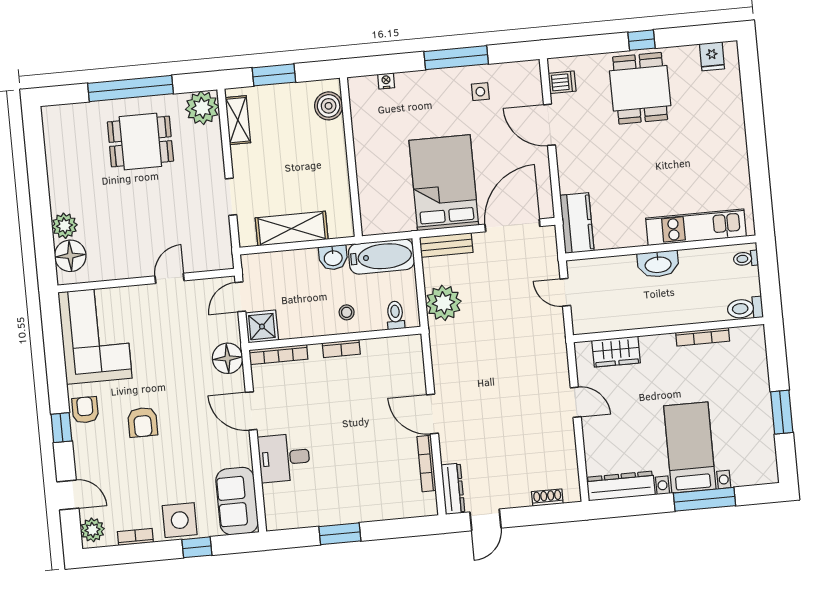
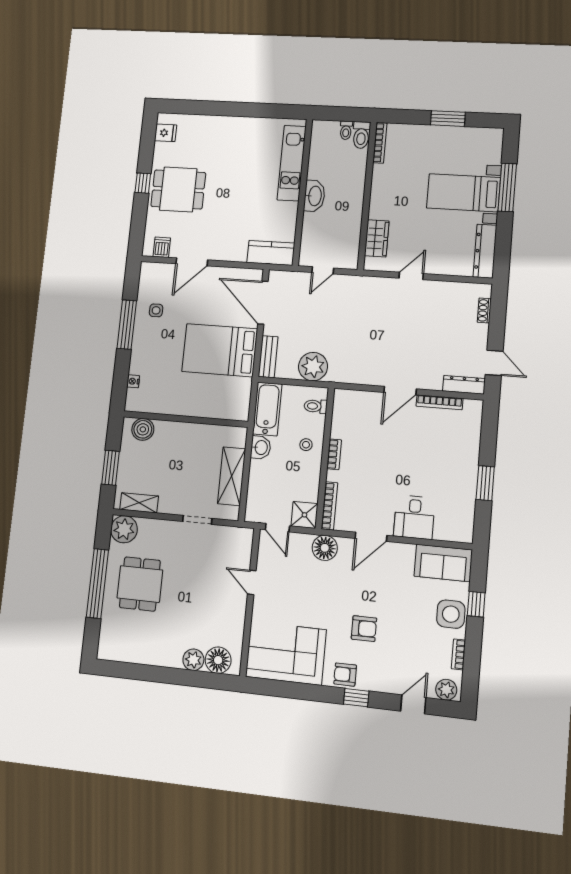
toilet: (746, 259) -> (346, 130), moved
bookcase: (703, 337) -> (380, 143), moved

